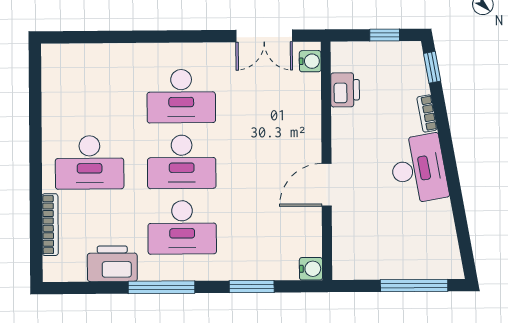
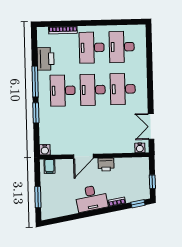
printer: (345, 90) -> (106, 164), moved
desk: (89, 97) -> (122, 47), added
door: (327, 185) -> (83, 156), swing flipped
filing cabinet: (347, 259) -> (49, 166), added
window: (414, 286) -> (38, 197), width x0.69
window: (252, 287) -> (36, 113), moved

